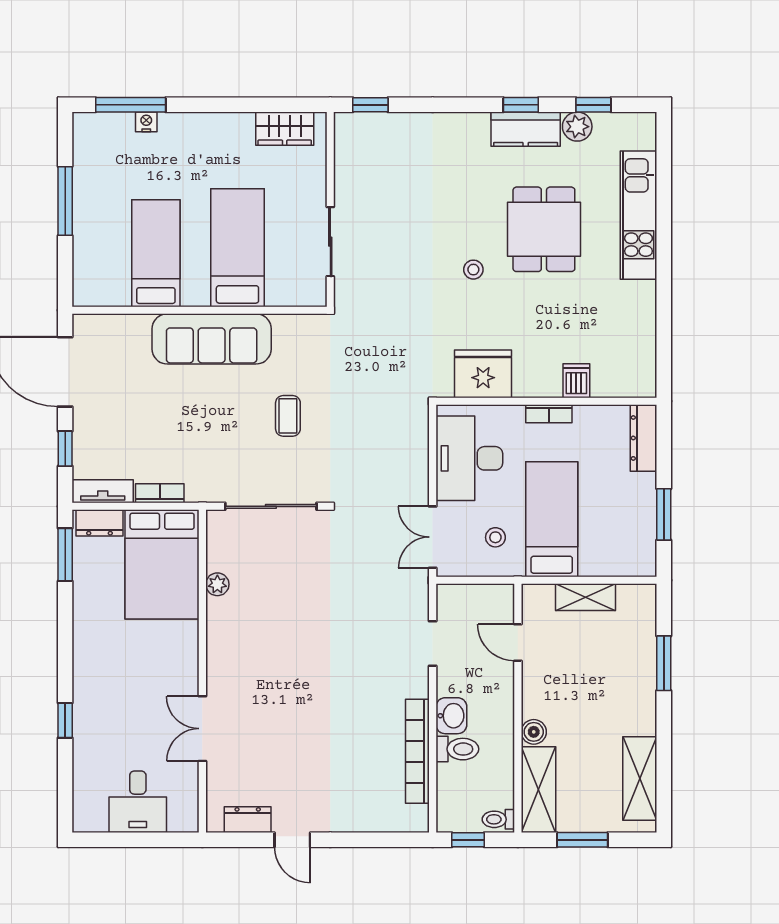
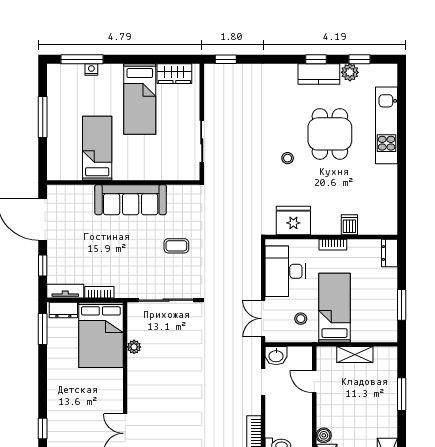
bed: (237, 248) -> (140, 99), moved, turned 180
coffee table: (288, 416) -> (176, 246), turned 90
dresser: (643, 438) -> (390, 253), width x0.70
washbasin: (451, 716) -> (276, 356), moved, turned 90

